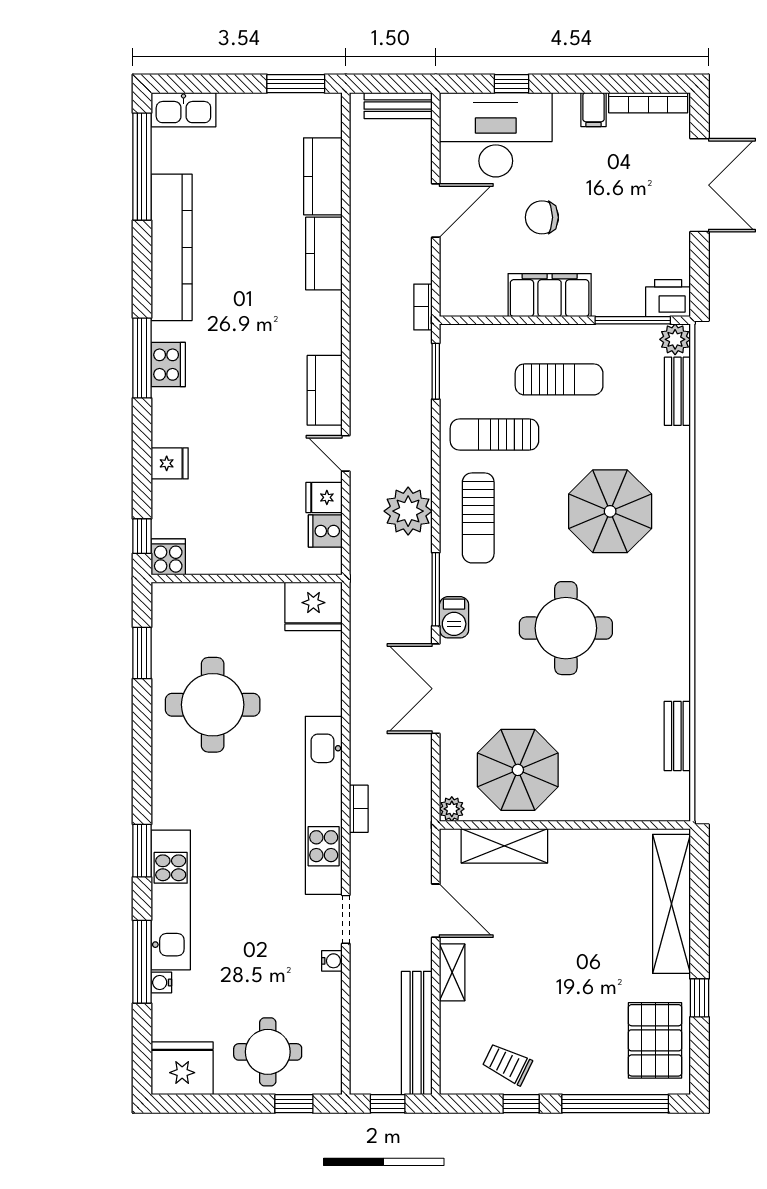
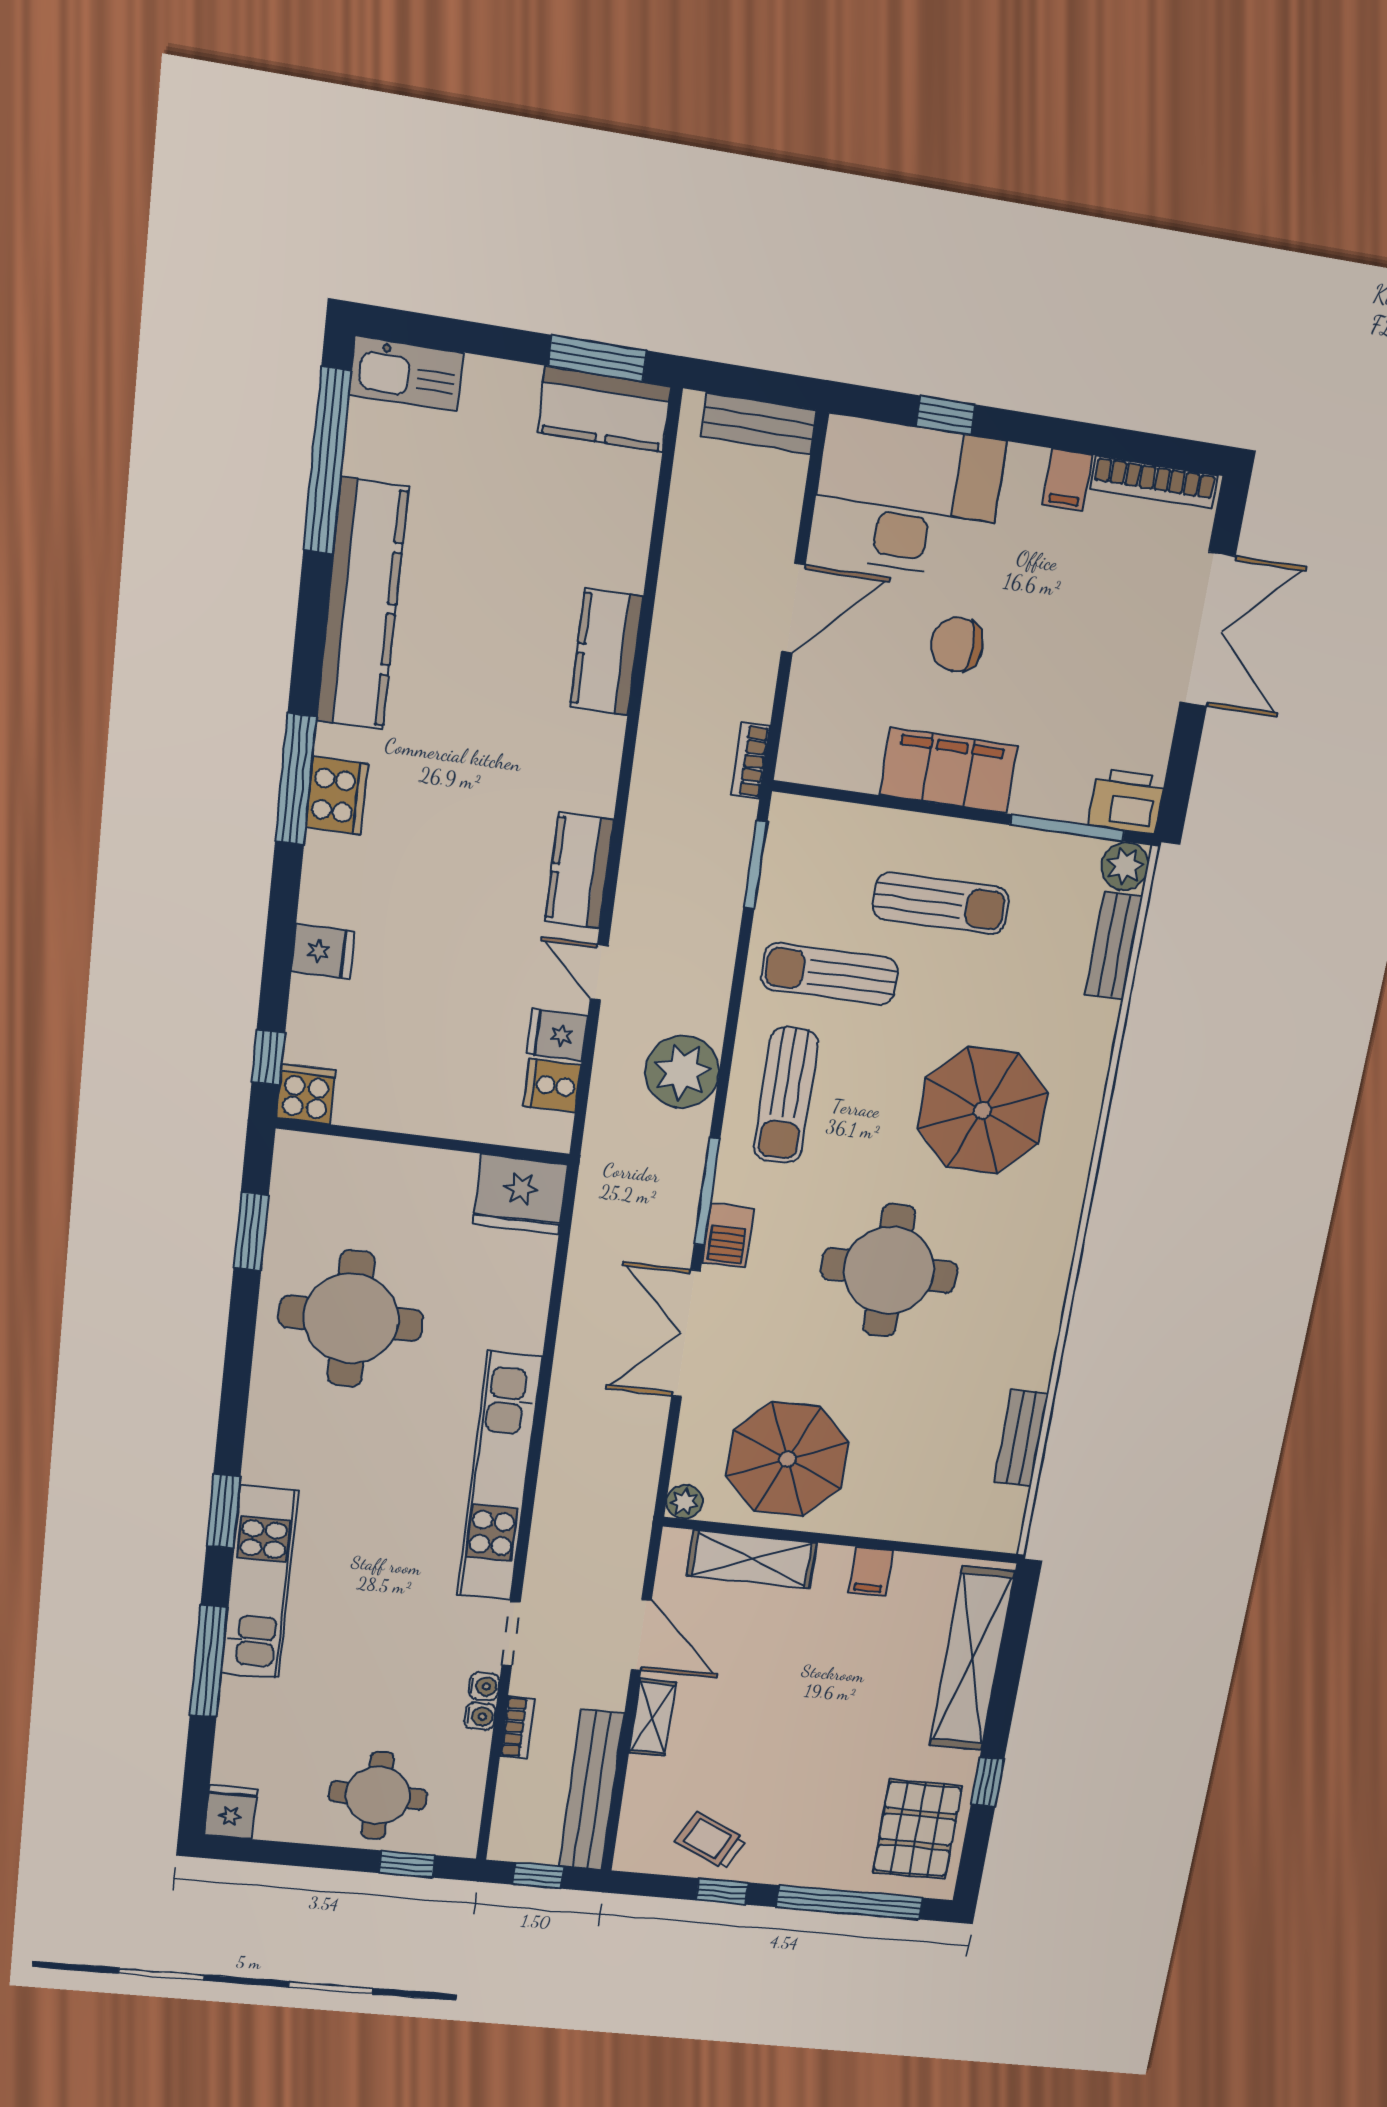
kitchen counter: (323, 176) -> (604, 409), moved, turned -90
bookcase: (359, 809) -> (517, 1727), moved
filing cabinet: (589, 846) -> (871, 1572), added
water cooler: (161, 983) -> (480, 1716), moved, turned 180
fridge: (182, 1068) -> (231, 1812), width x0.53, depth x0.75

